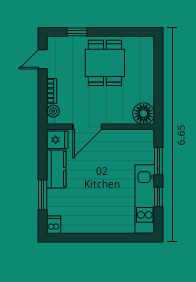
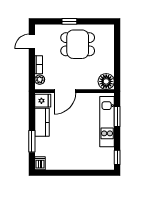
window: (77, 32) -> (69, 21), moved
dining table: (105, 63) -> (78, 44), turned 90
window: (158, 197) -> (117, 157), moved
kitchen unit: (145, 199) -> (107, 122), moved

